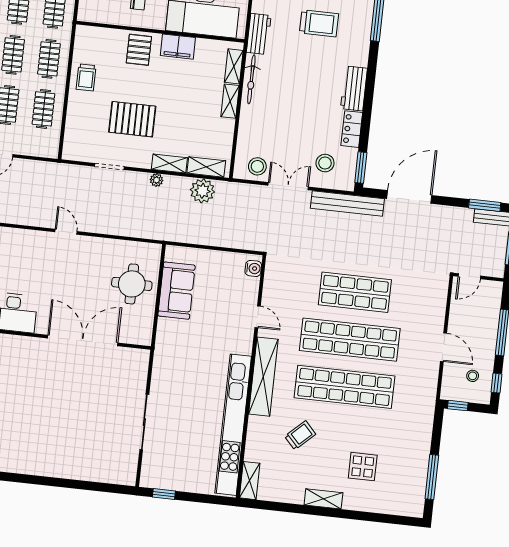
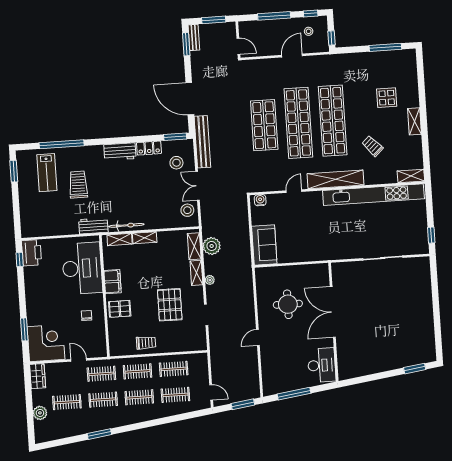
round table: (132, 284) -> (288, 304), moved
sofa: (176, 291) -> (264, 245), moved, turned 90

